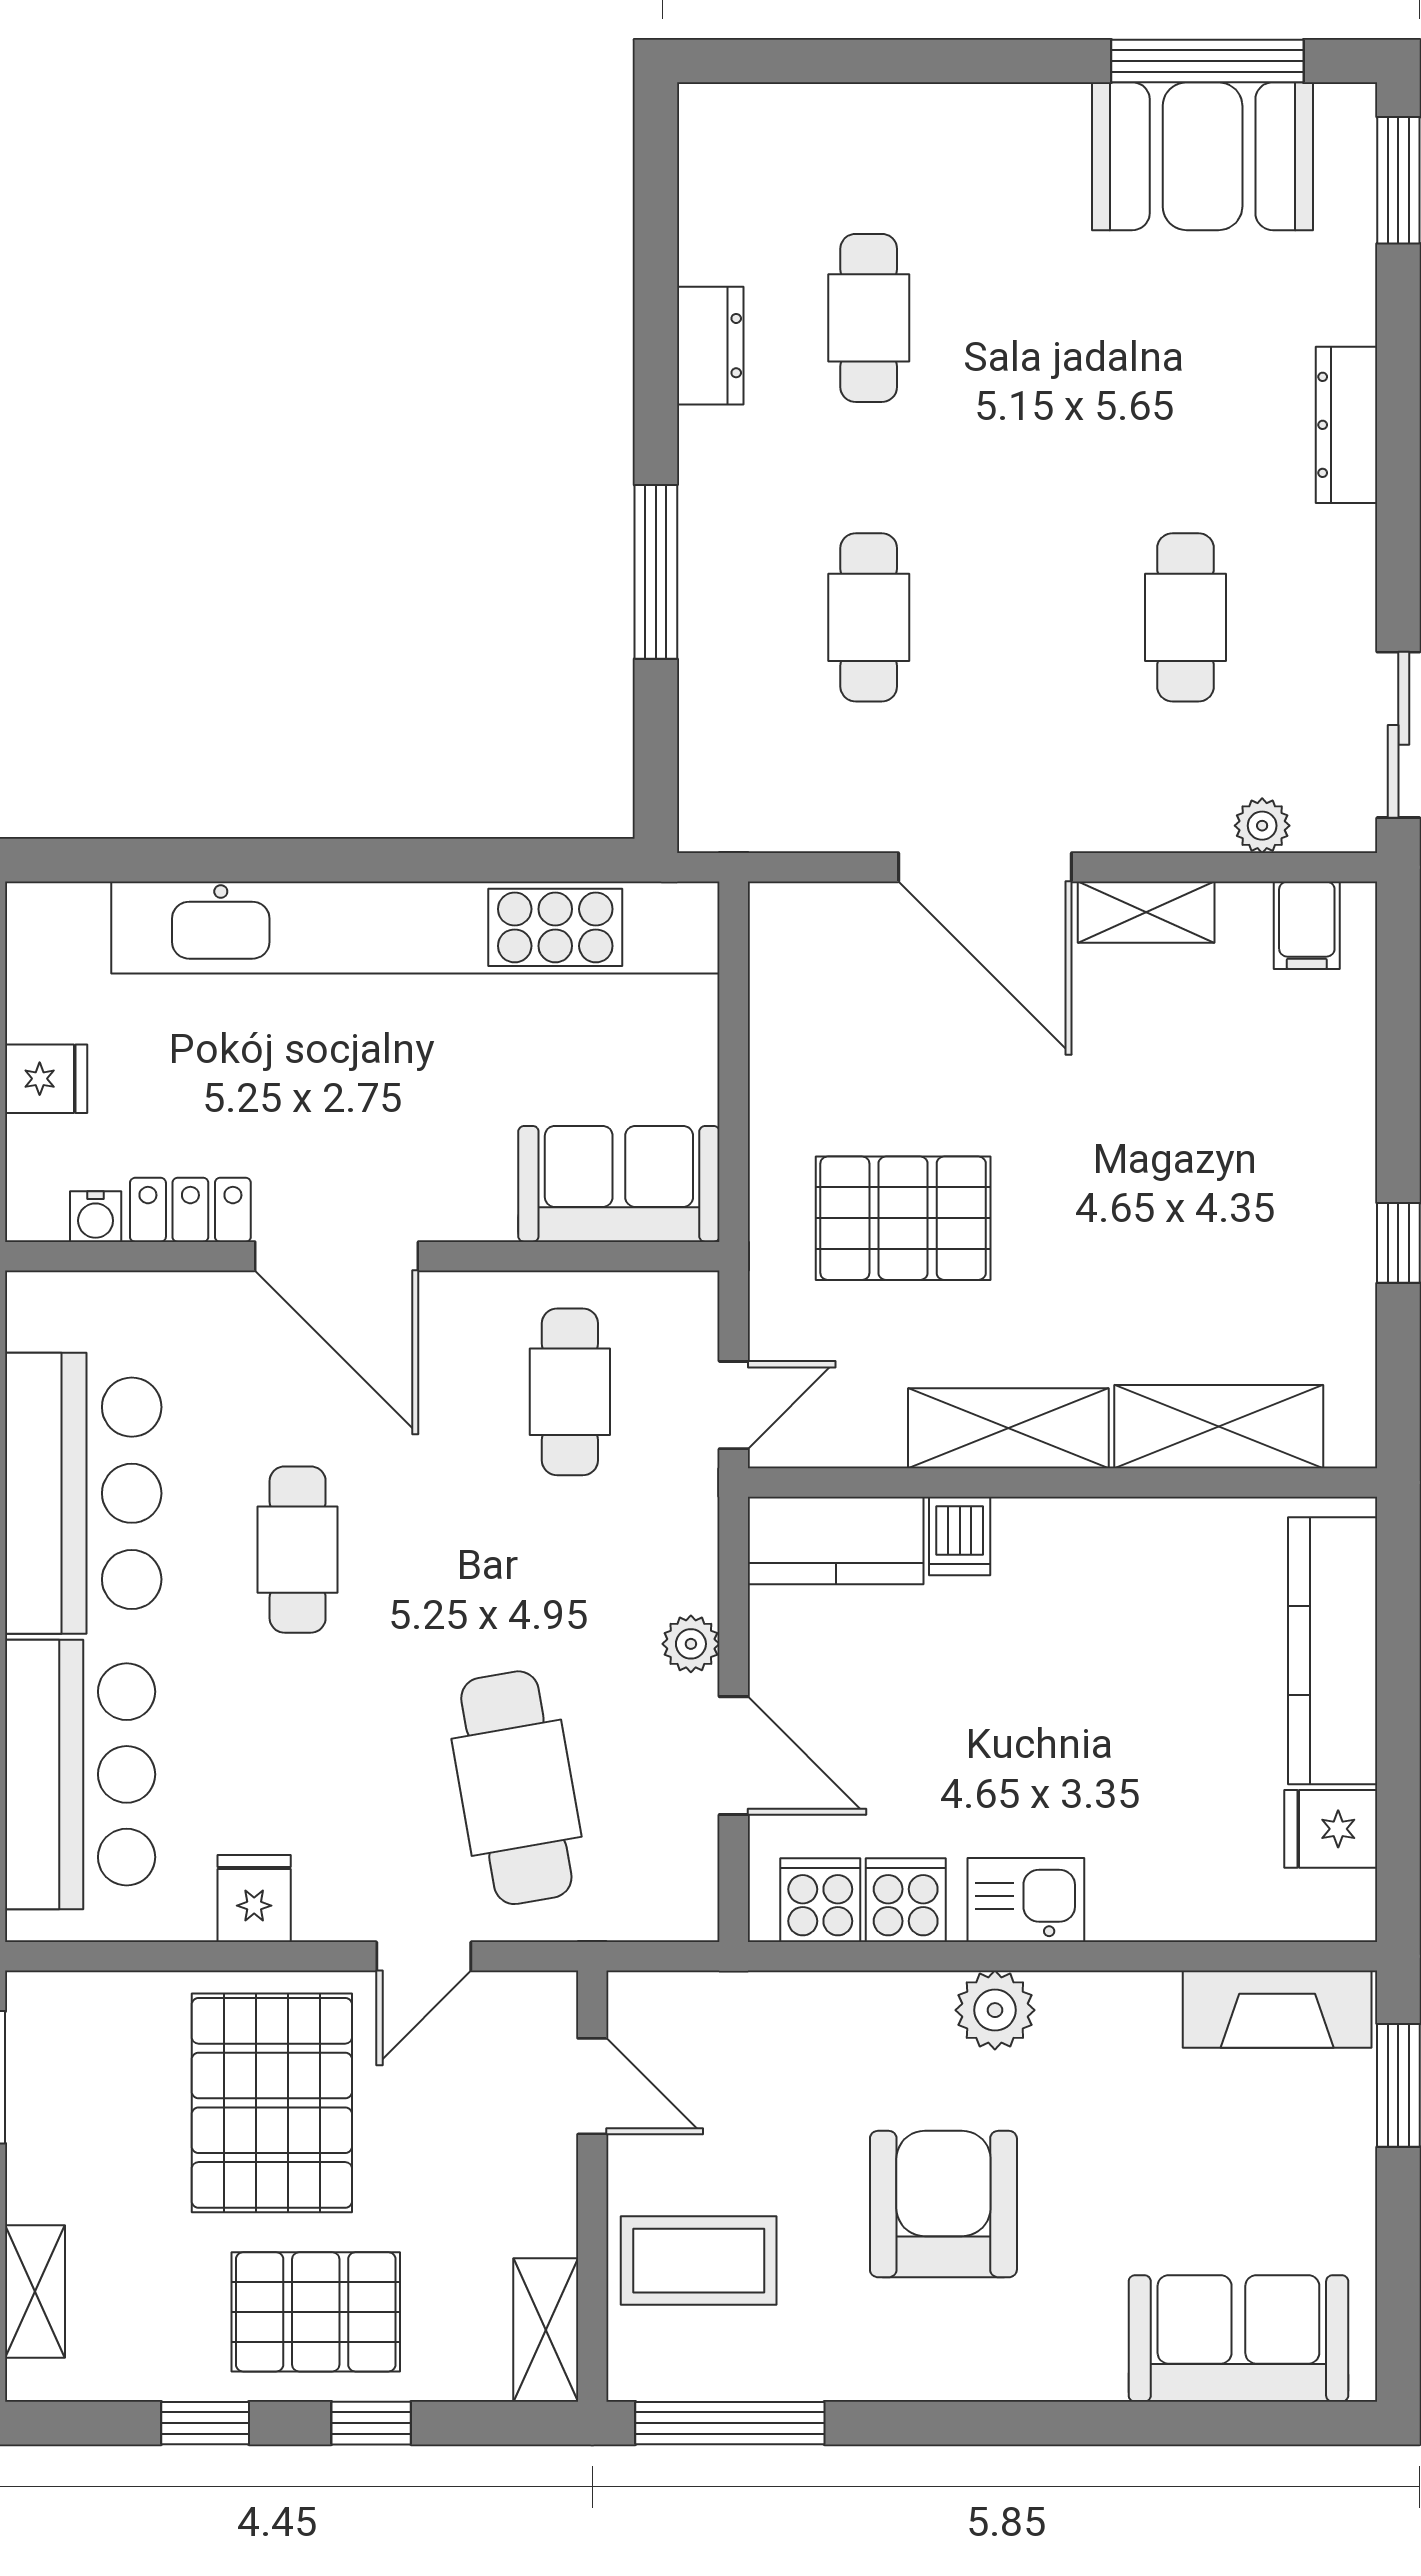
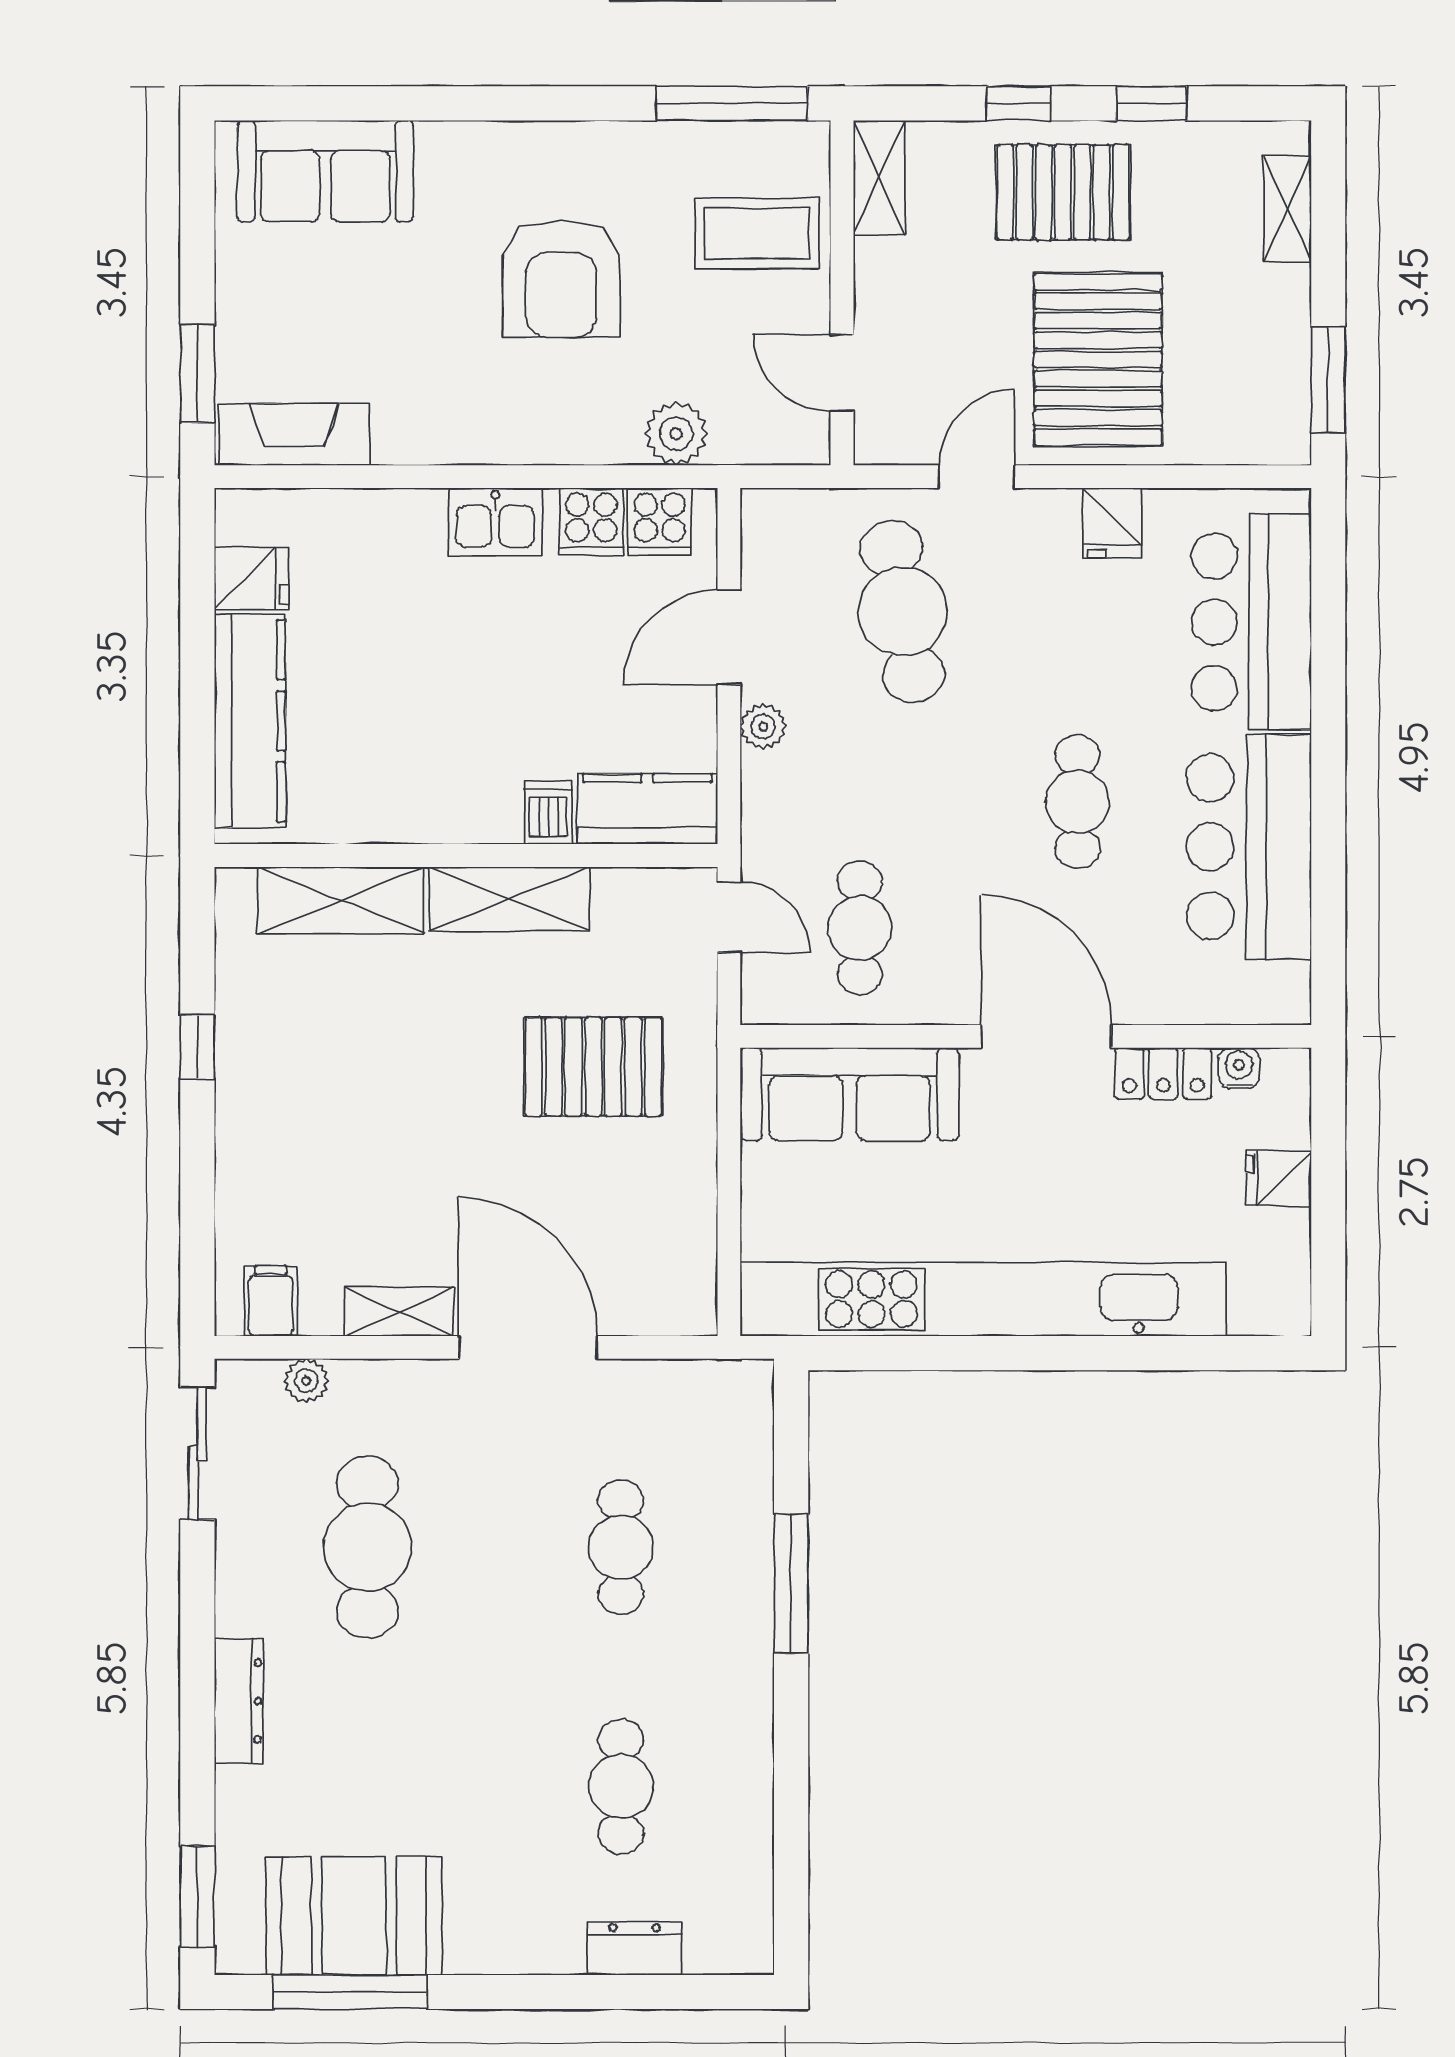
dresser: (710, 346) -> (635, 1948), moved, turned 90
cafe table: (1186, 617) -> (368, 1547), width x1.37, depth x1.35
sofa: (619, 1184) -> (850, 1094), width x1.36
door: (734, 1405) -> (729, 917), swing flipped
door: (734, 1756) -> (729, 637), hinge flipped
plant: (995, 2010) -> (676, 434), moved

